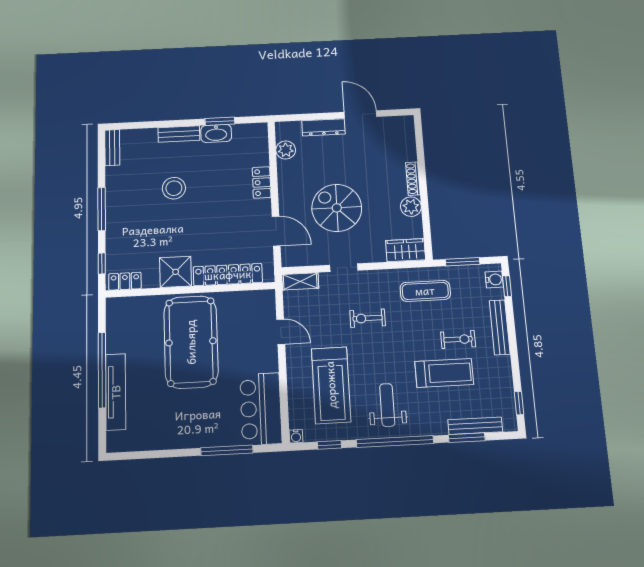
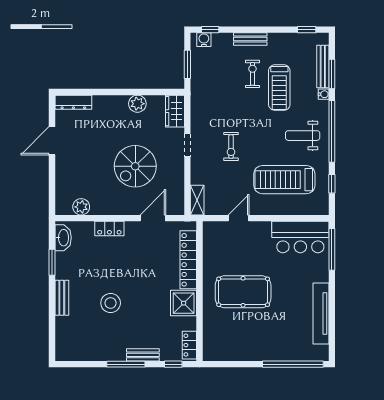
dresser: (324, 127) -> (73, 102), moved, turned 90
washbasin: (216, 133) -> (63, 238), moved
bench: (112, 148) -> (143, 355), moved
shoe rack: (413, 179) -> (113, 100), removed
doorway: (344, 268) -> (187, 145), moved
exercise mat: (425, 291) -> (211, 97), removed
bench: (500, 327) -> (250, 39), width x0.73
pool table: (191, 342) -> (243, 292), width x0.73, depth x0.76
window: (102, 370) -> (293, 364), moved
treadmill: (444, 373) -> (279, 88), turned 180
treadmill: (331, 385) -> (284, 180), turned 180
tv unit: (116, 392) -> (321, 313), moved, turned -90
water cooler: (296, 436) -> (324, 94), moved
window: (227, 450) -> (332, 249), moved

